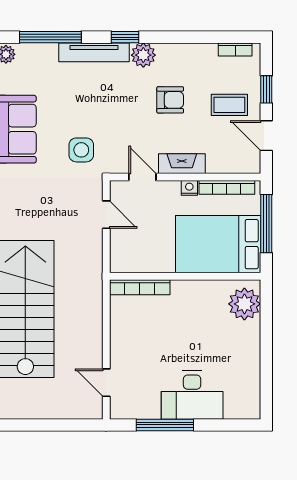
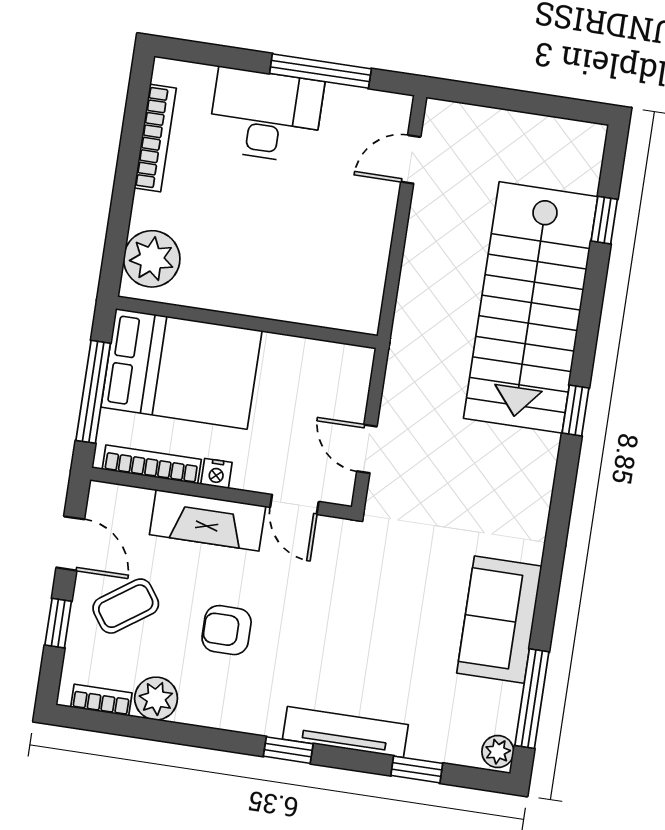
window: (50, 37) -> (417, 769), width x0.46
plant: (143, 55) -> (156, 698), moved
coffee table: (229, 105) -> (126, 606), turned -35
side table: (81, 150) -> (393, 567), removed
fireplace: (182, 164) -> (208, 520), width x1.37, depth x1.32
bookcase: (140, 287) -> (155, 138), moved, turned 90
door: (106, 383) -> (411, 159), swing flipped

